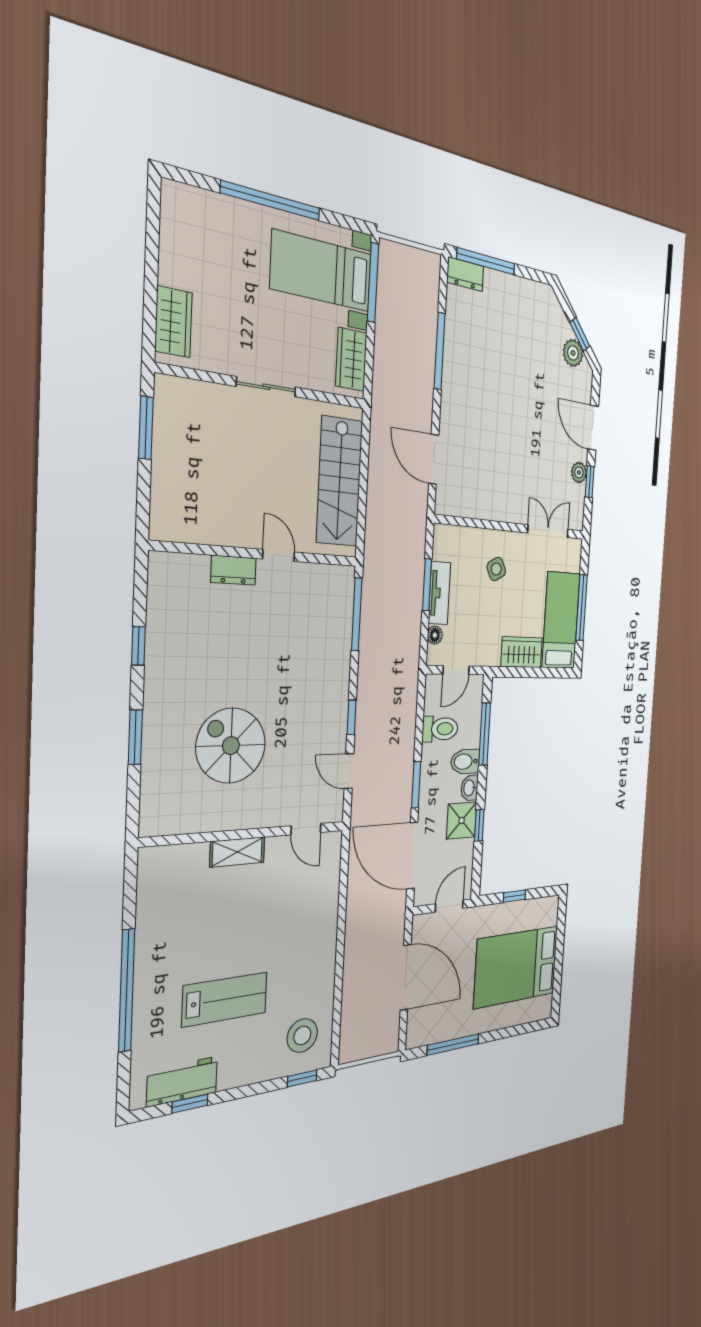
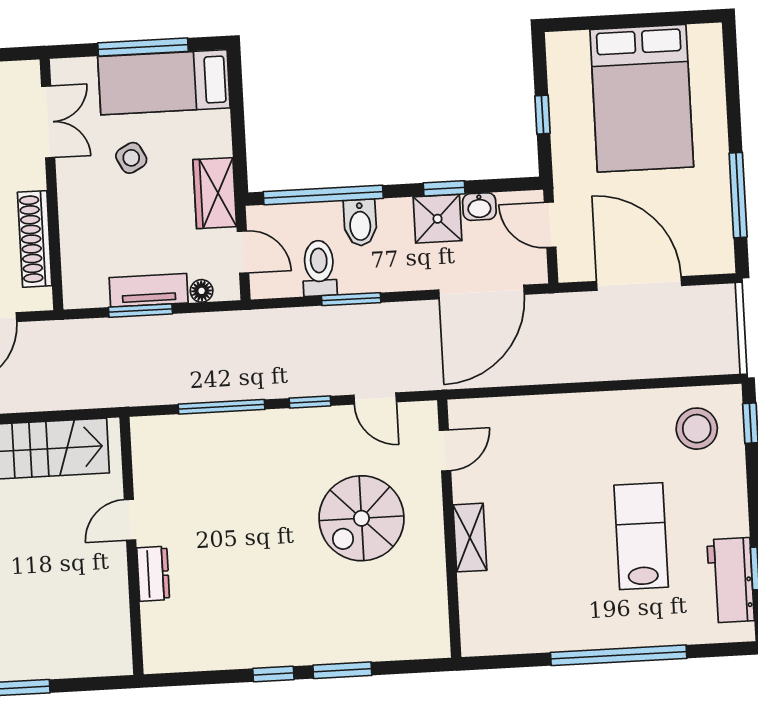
shoe rack: (481, 508) -> (35, 239), added
double door: (548, 531) -> (48, 122), swing flipped
side table: (496, 569) -> (131, 158), moved
window: (357, 614) -> (222, 407), moved
window: (138, 646) -> (273, 674), moved
wardrobe: (522, 652) -> (215, 193), moved
window: (485, 734) -> (323, 195), width x1.46
spiral stairs: (231, 746) -> (361, 518), moved
door: (349, 771) -> (375, 398), hinge flipped
window: (416, 785) -> (351, 299), moved
washbasin: (469, 788) -> (479, 207), moved
door: (406, 977) -> (639, 284), hinge flipped

